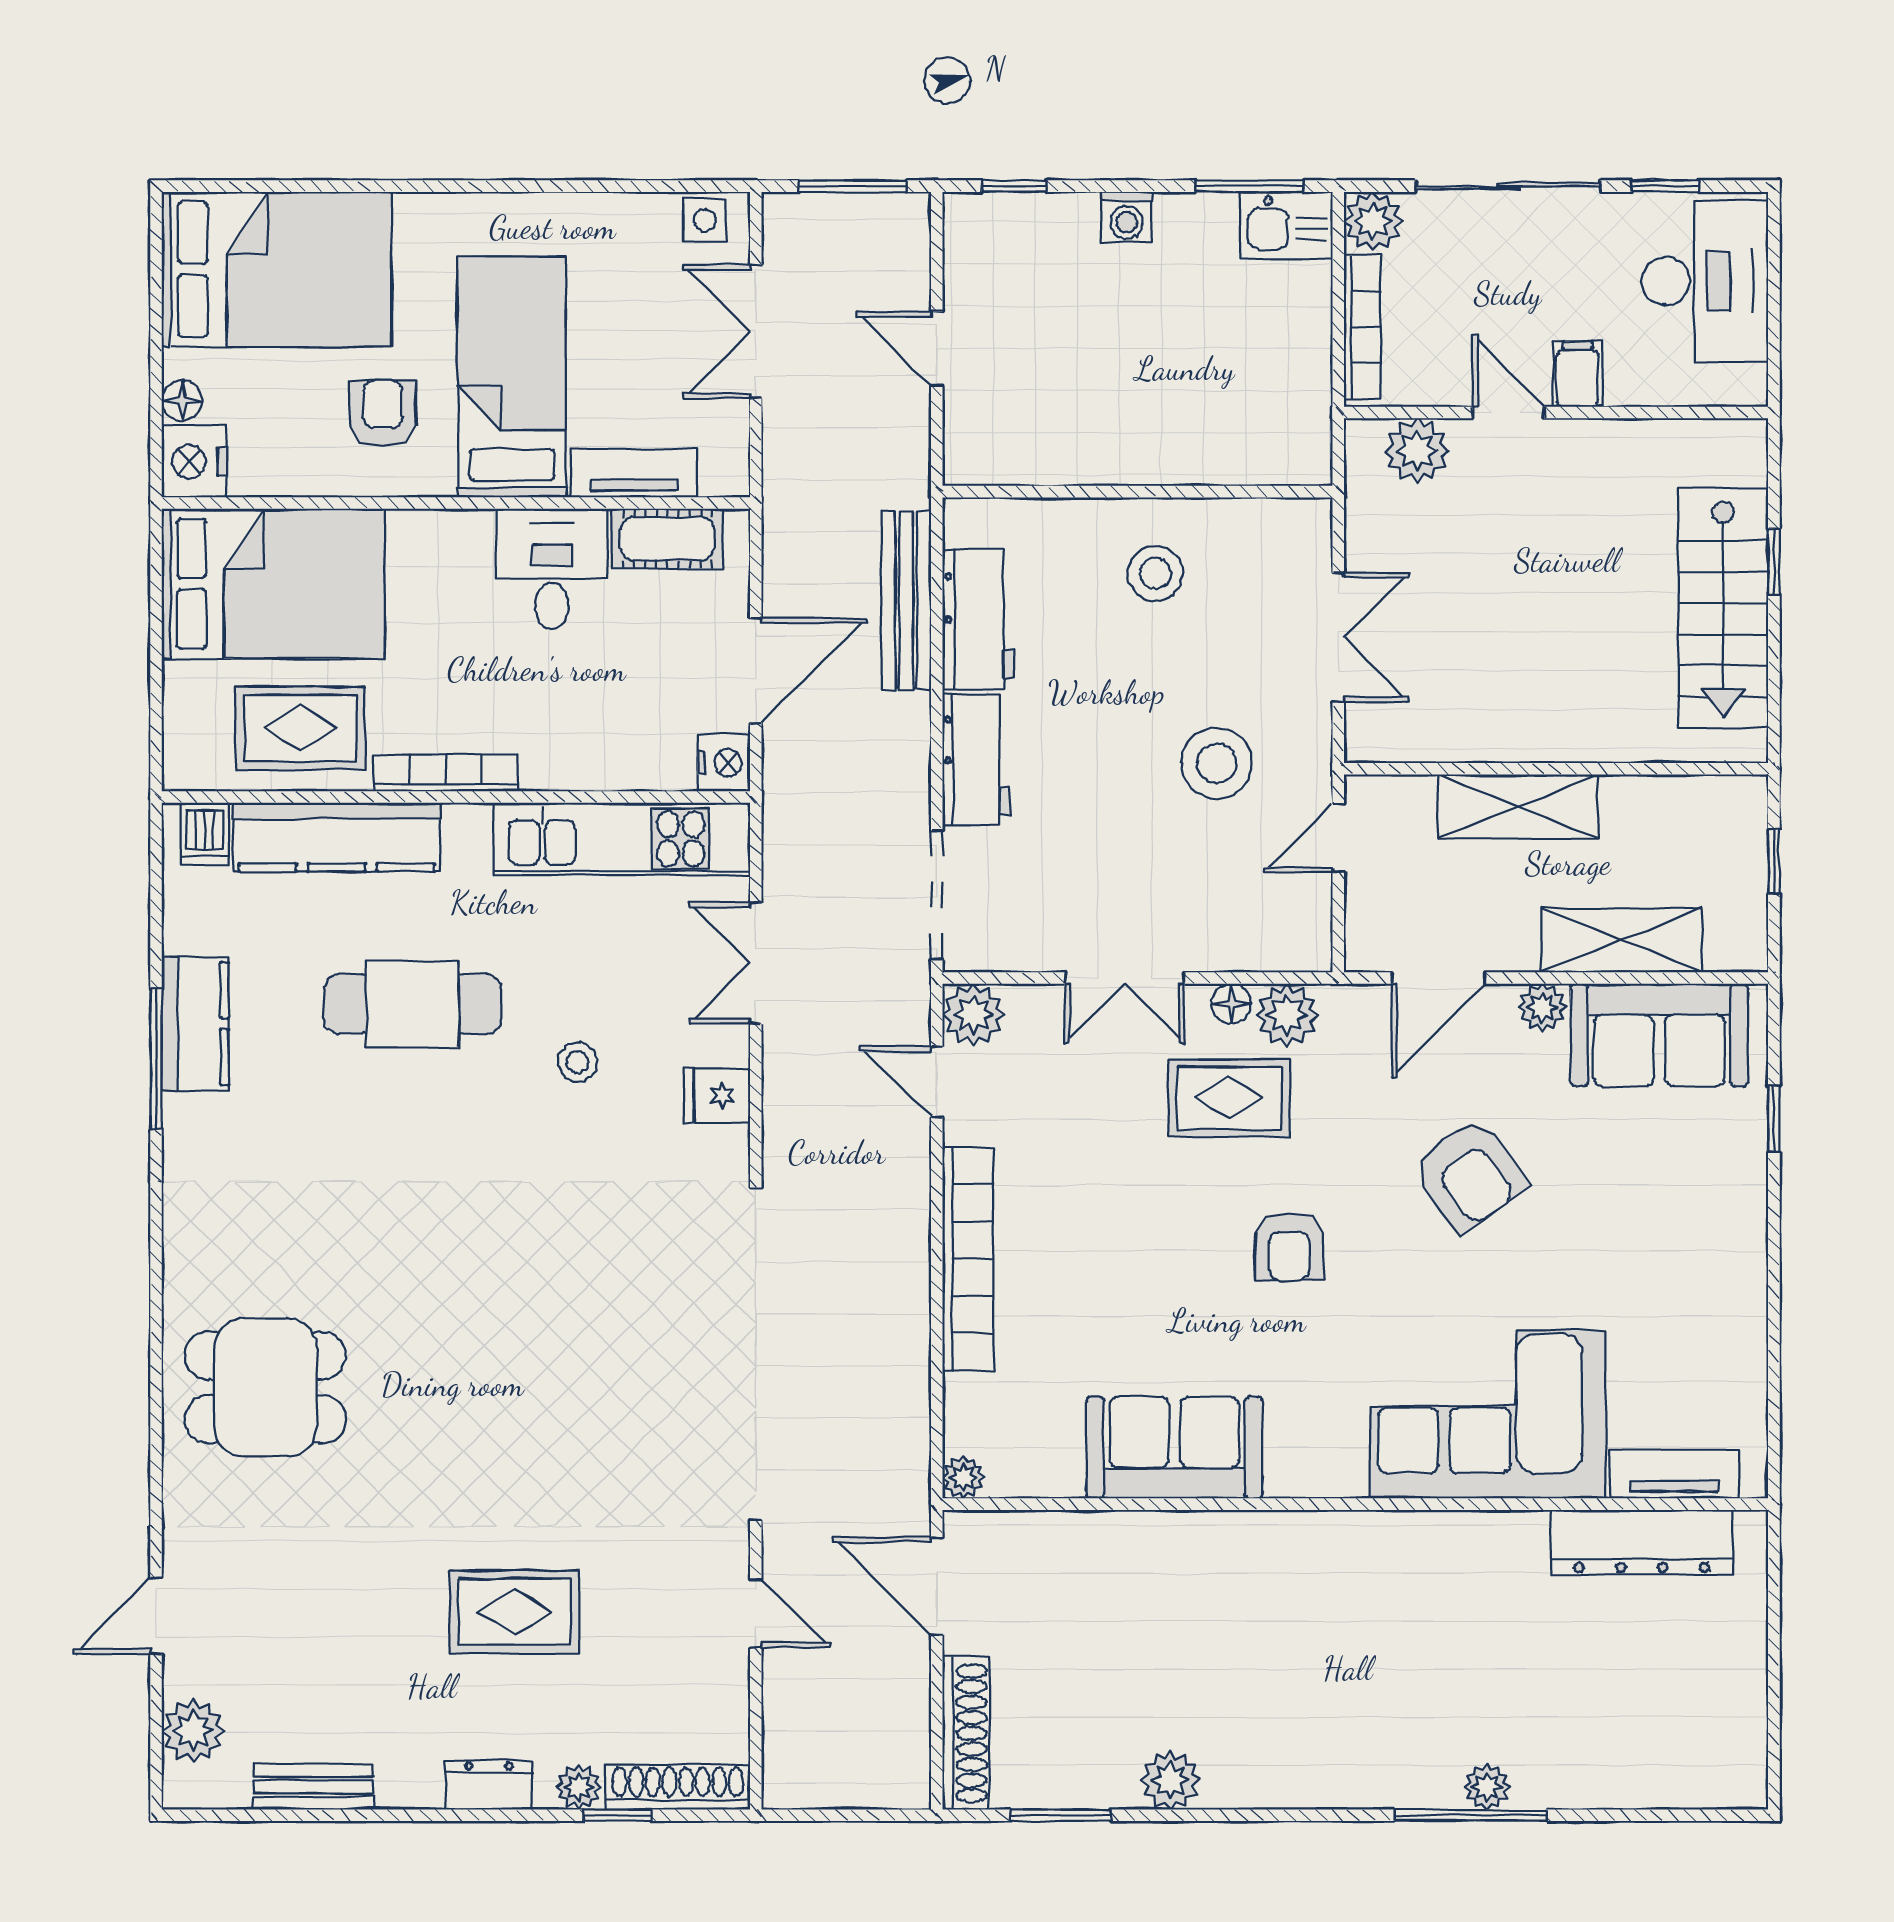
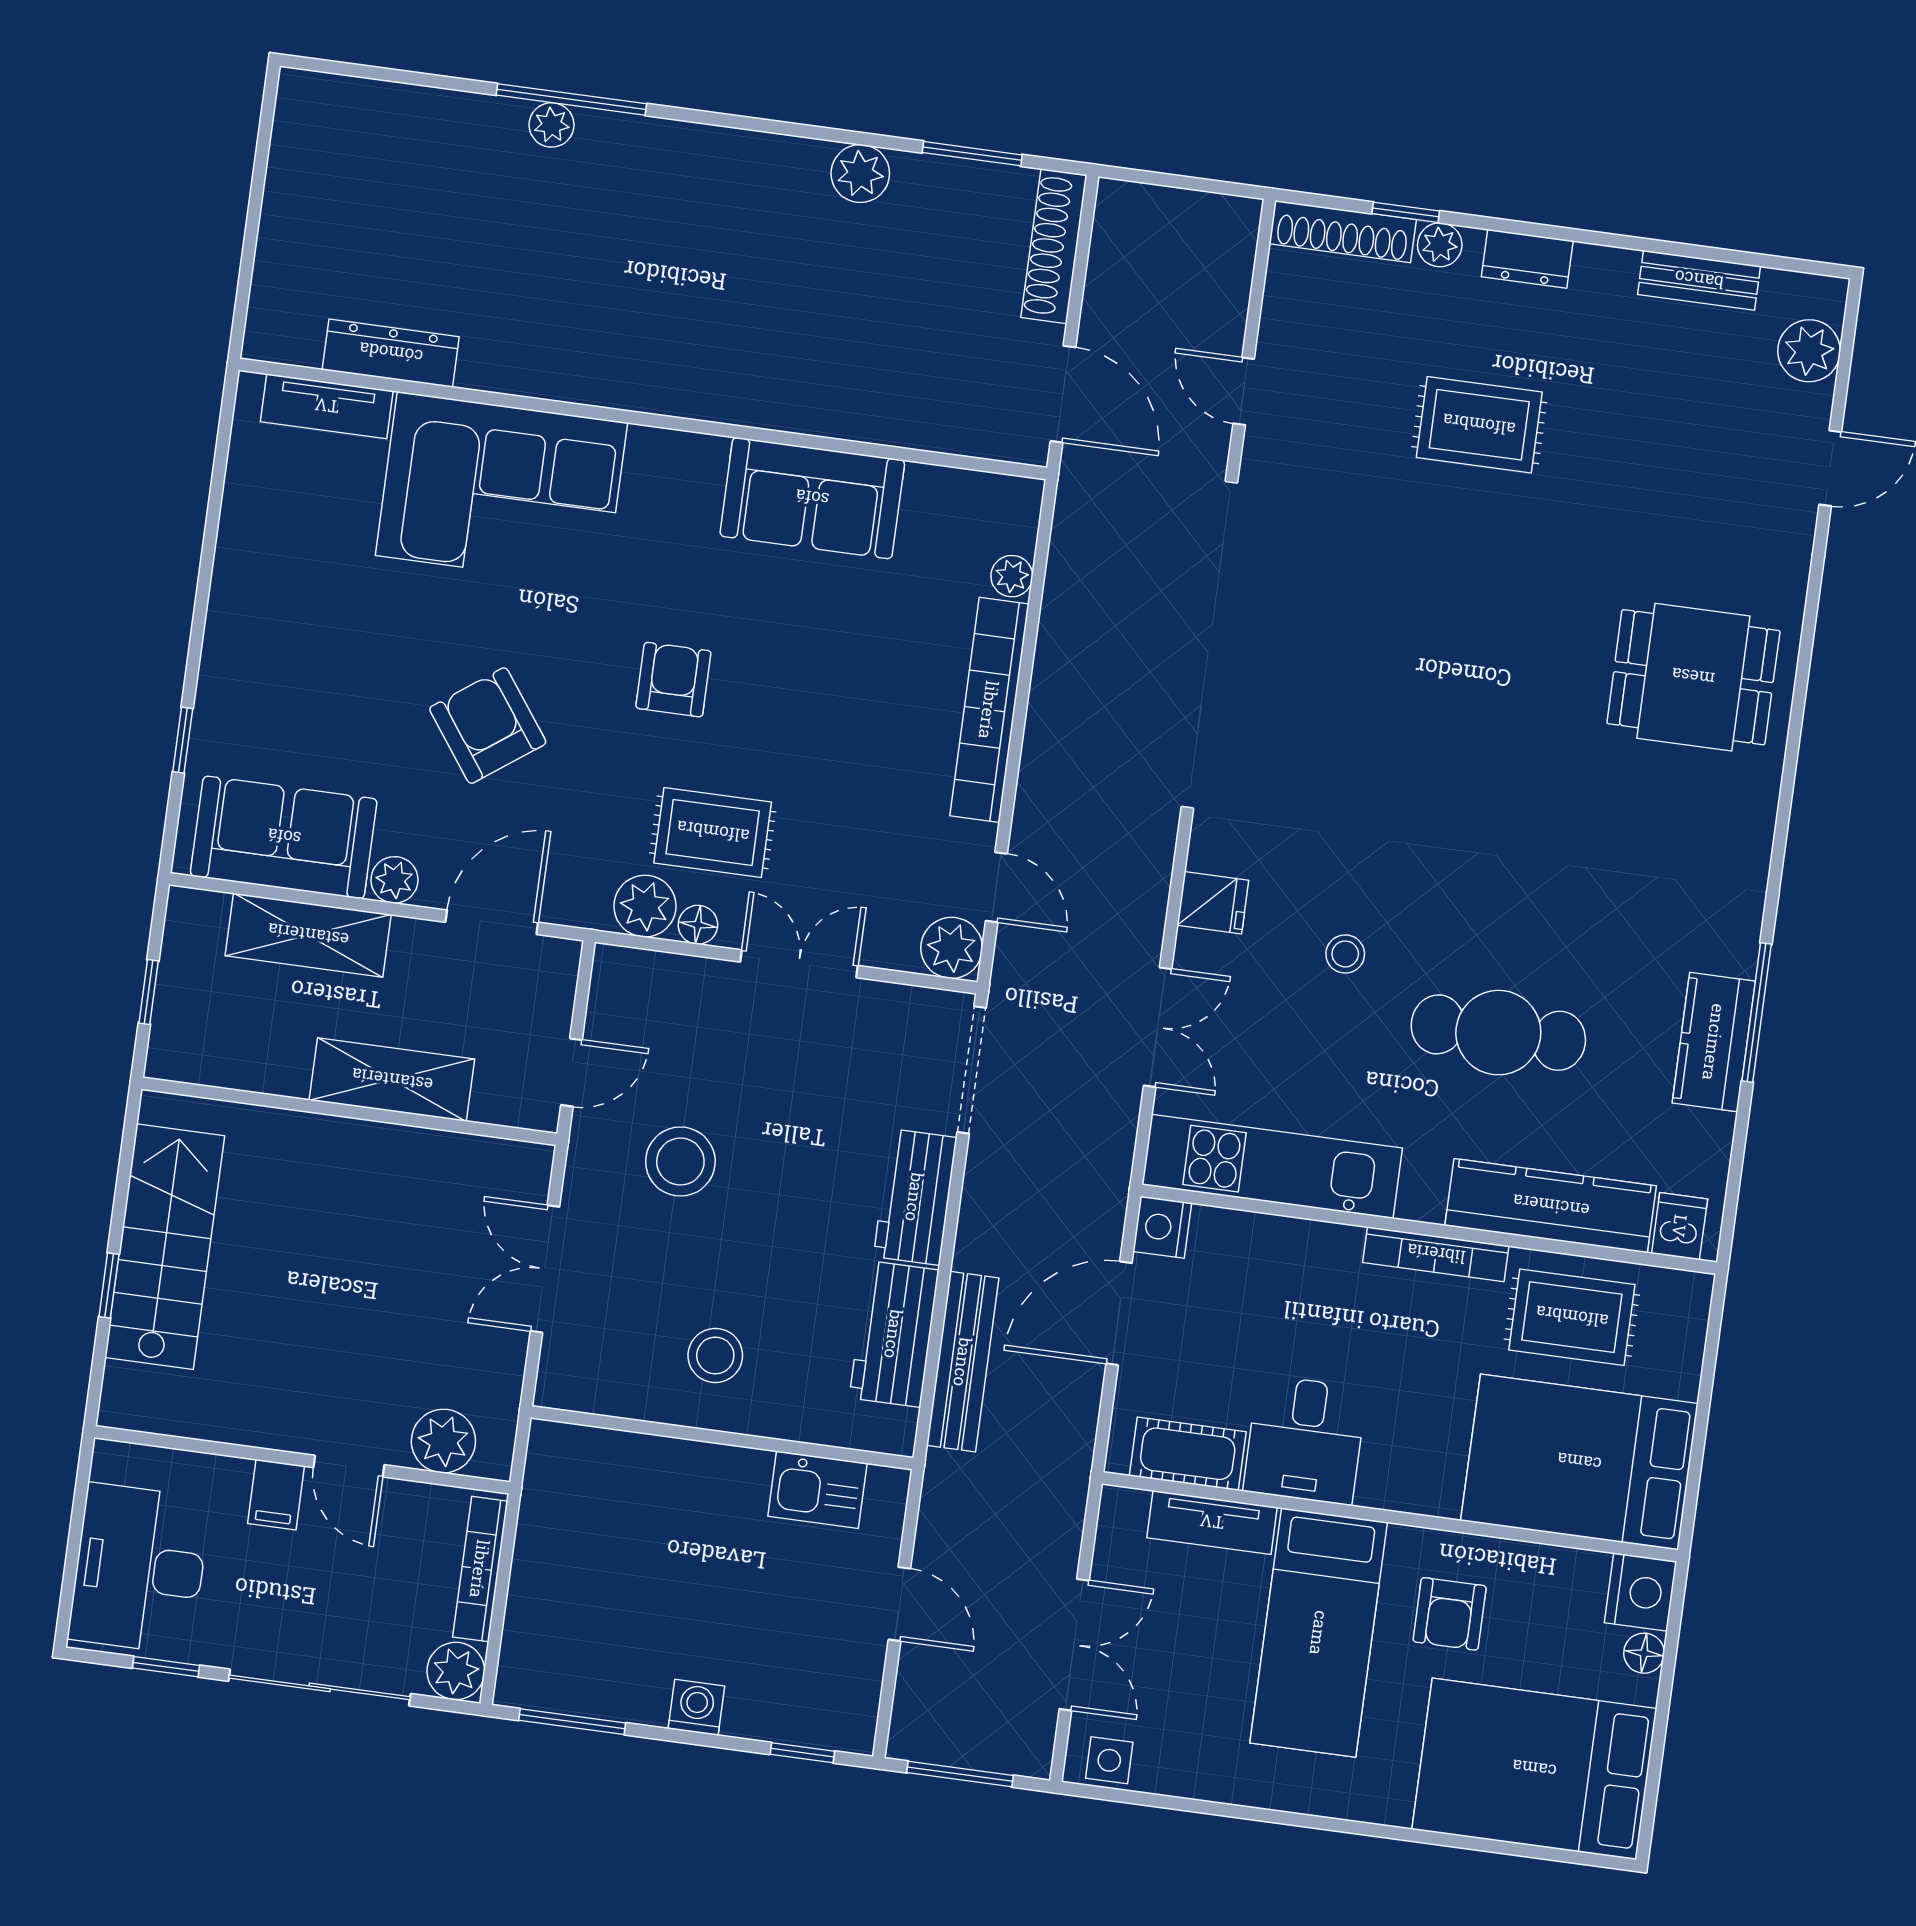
kitchen sink: (1286, 225) -> (817, 1490), moved, turned 180
plant: (963, 1477) -> (1012, 576), moved
dresser: (1642, 1542) -> (391, 353), width x0.73, depth x0.80

